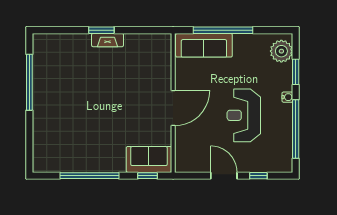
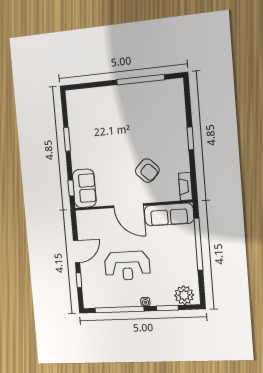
fireplace: (108, 40) -> (185, 186), moved
sofa: (204, 45) -> (169, 214), moved, turned -90
armchair: (134, 83) -> (147, 171), added
reception desk: (244, 115) -> (127, 266), turned 180
window: (90, 176) -> (67, 139), width x0.47

